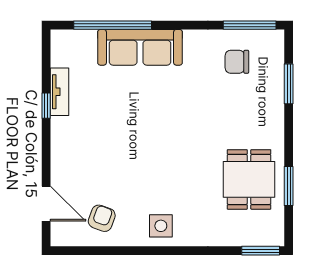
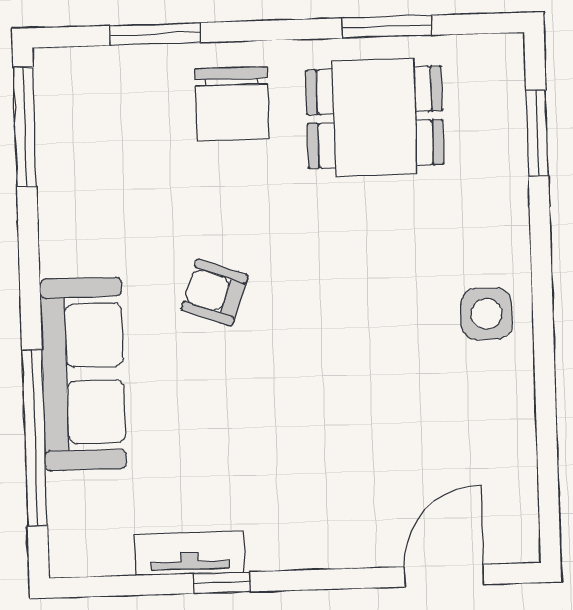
chair: (237, 62) -> (232, 104), moved, width x1.37, depth x1.37
armchair: (102, 218) -> (215, 292), moved
window: (261, 251) -> (537, 133), moved

